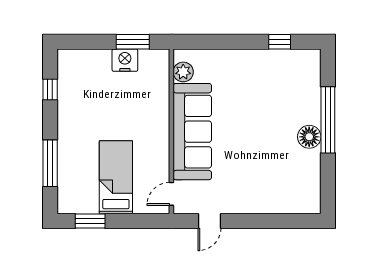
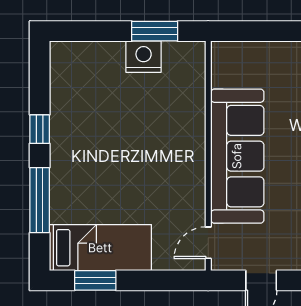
plant: (183, 72) -> (225, 73), removed
window: (50, 90) -> (40, 129), moved
bed: (116, 177) -> (100, 248), moved, turned 90

